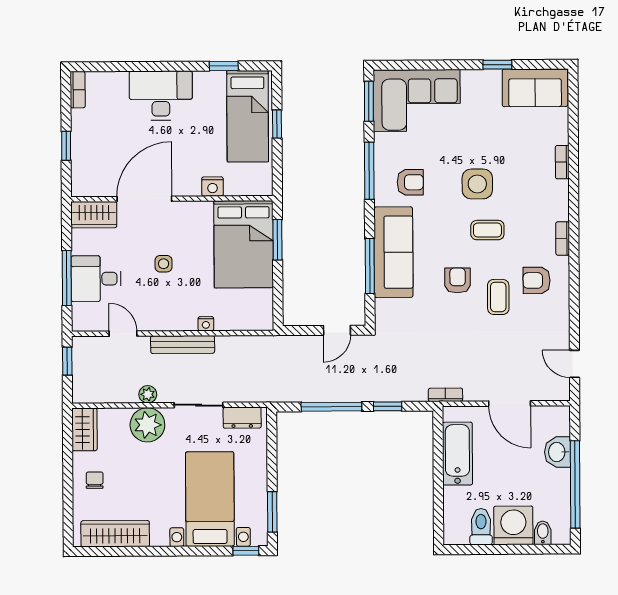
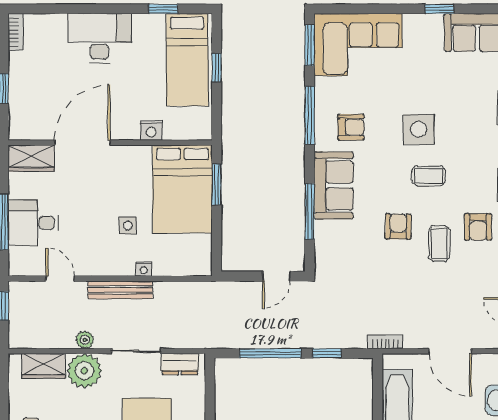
sofa: (393, 252) -> (334, 185), width x0.73
side table: (164, 264) -> (128, 226), moved
armchair: (537, 280) -> (478, 227), turned -90
wardrobe: (85, 429) -> (43, 366), moved, turned 90

